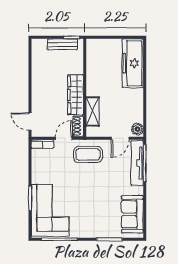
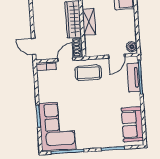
shelving: (93, 112) -> (89, 22), moved
tv unit: (137, 163) -> (134, 77), width x0.71

